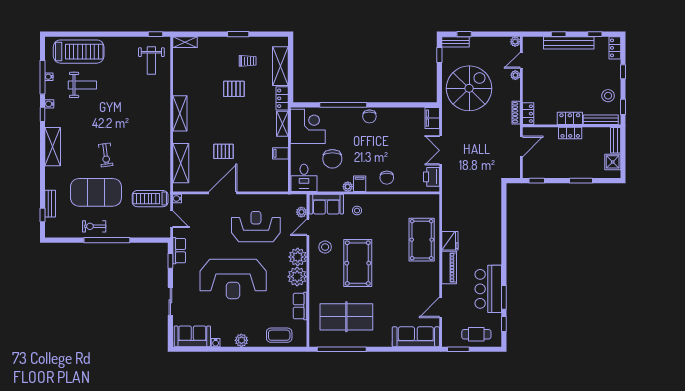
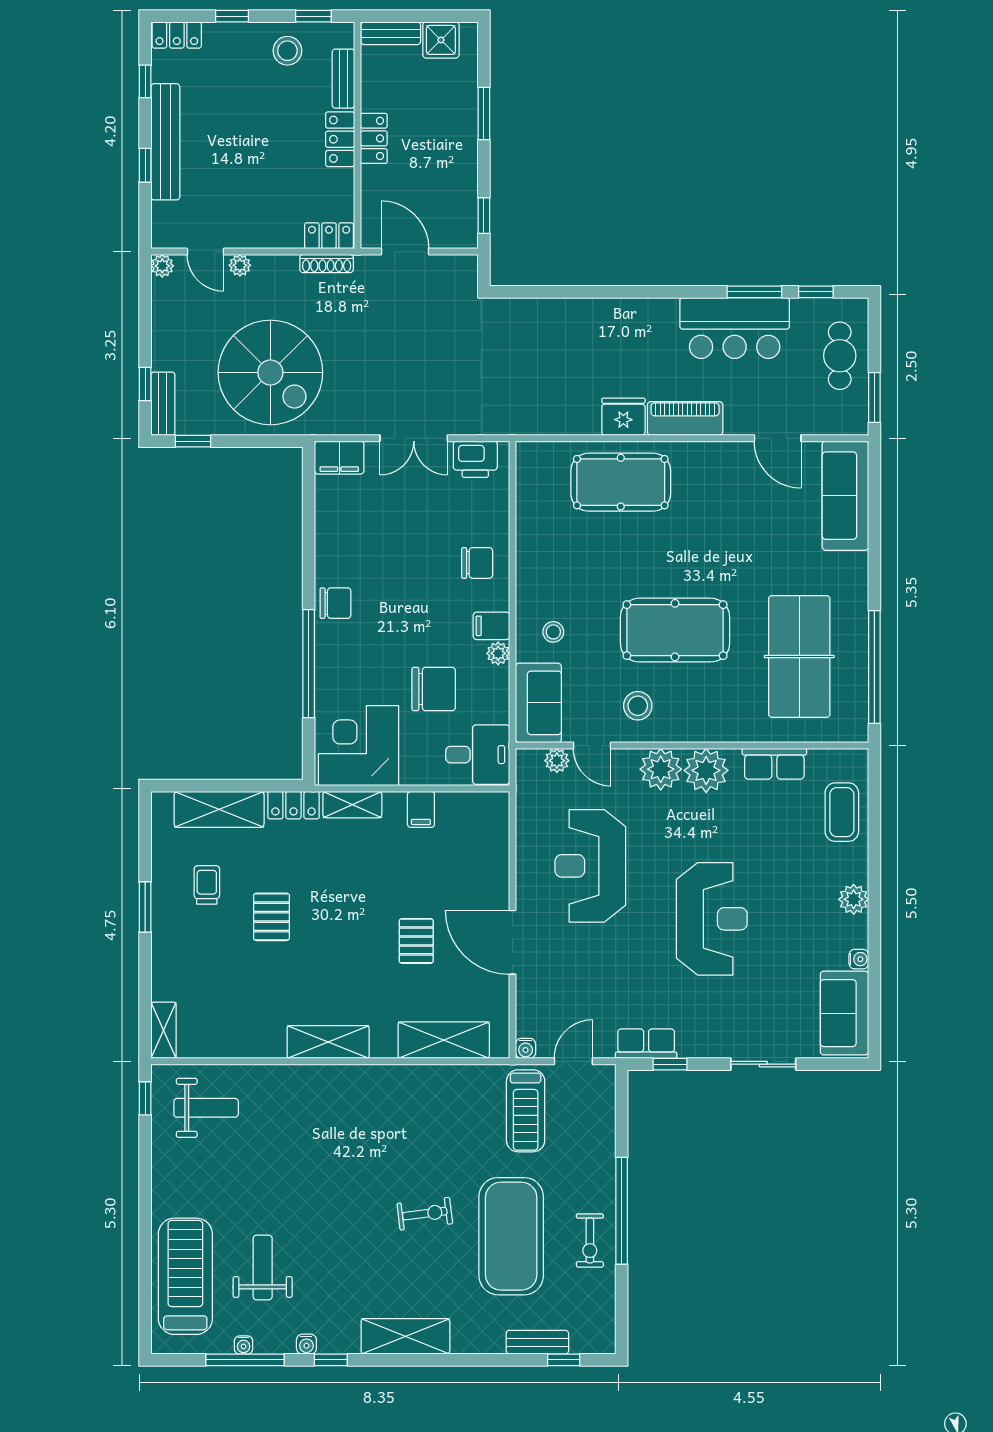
spiral stairs: (469, 88) -> (270, 372), turned 180
bench: (601, 120) -> (343, 79), width x0.73
reception desk: (233, 279) -> (712, 919), width x0.74, depth x0.77

